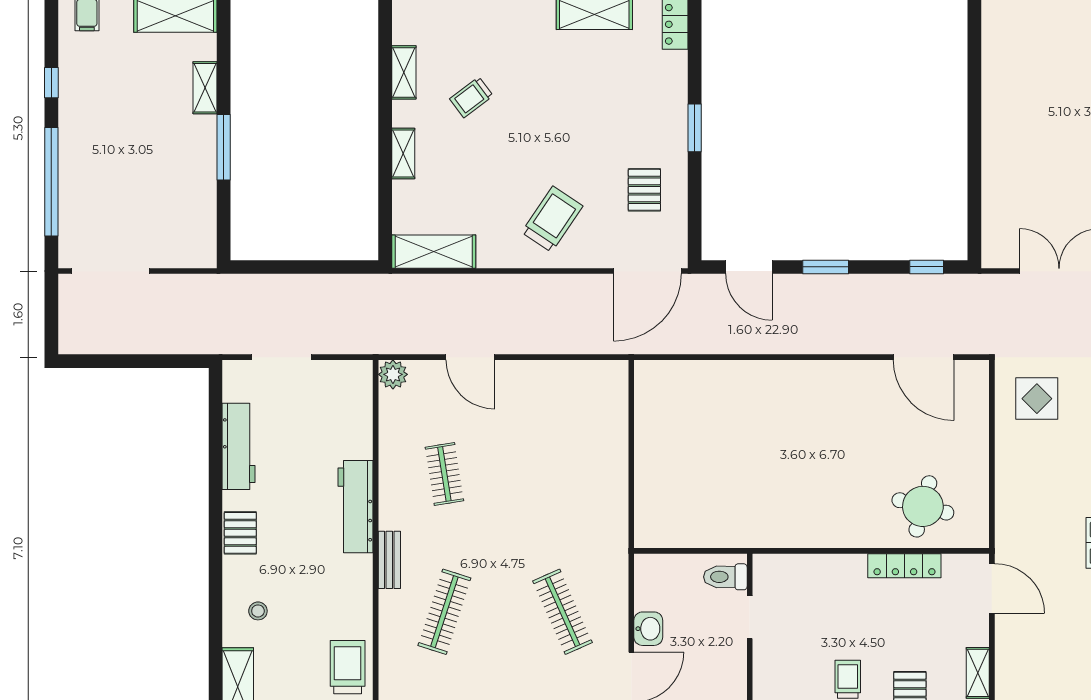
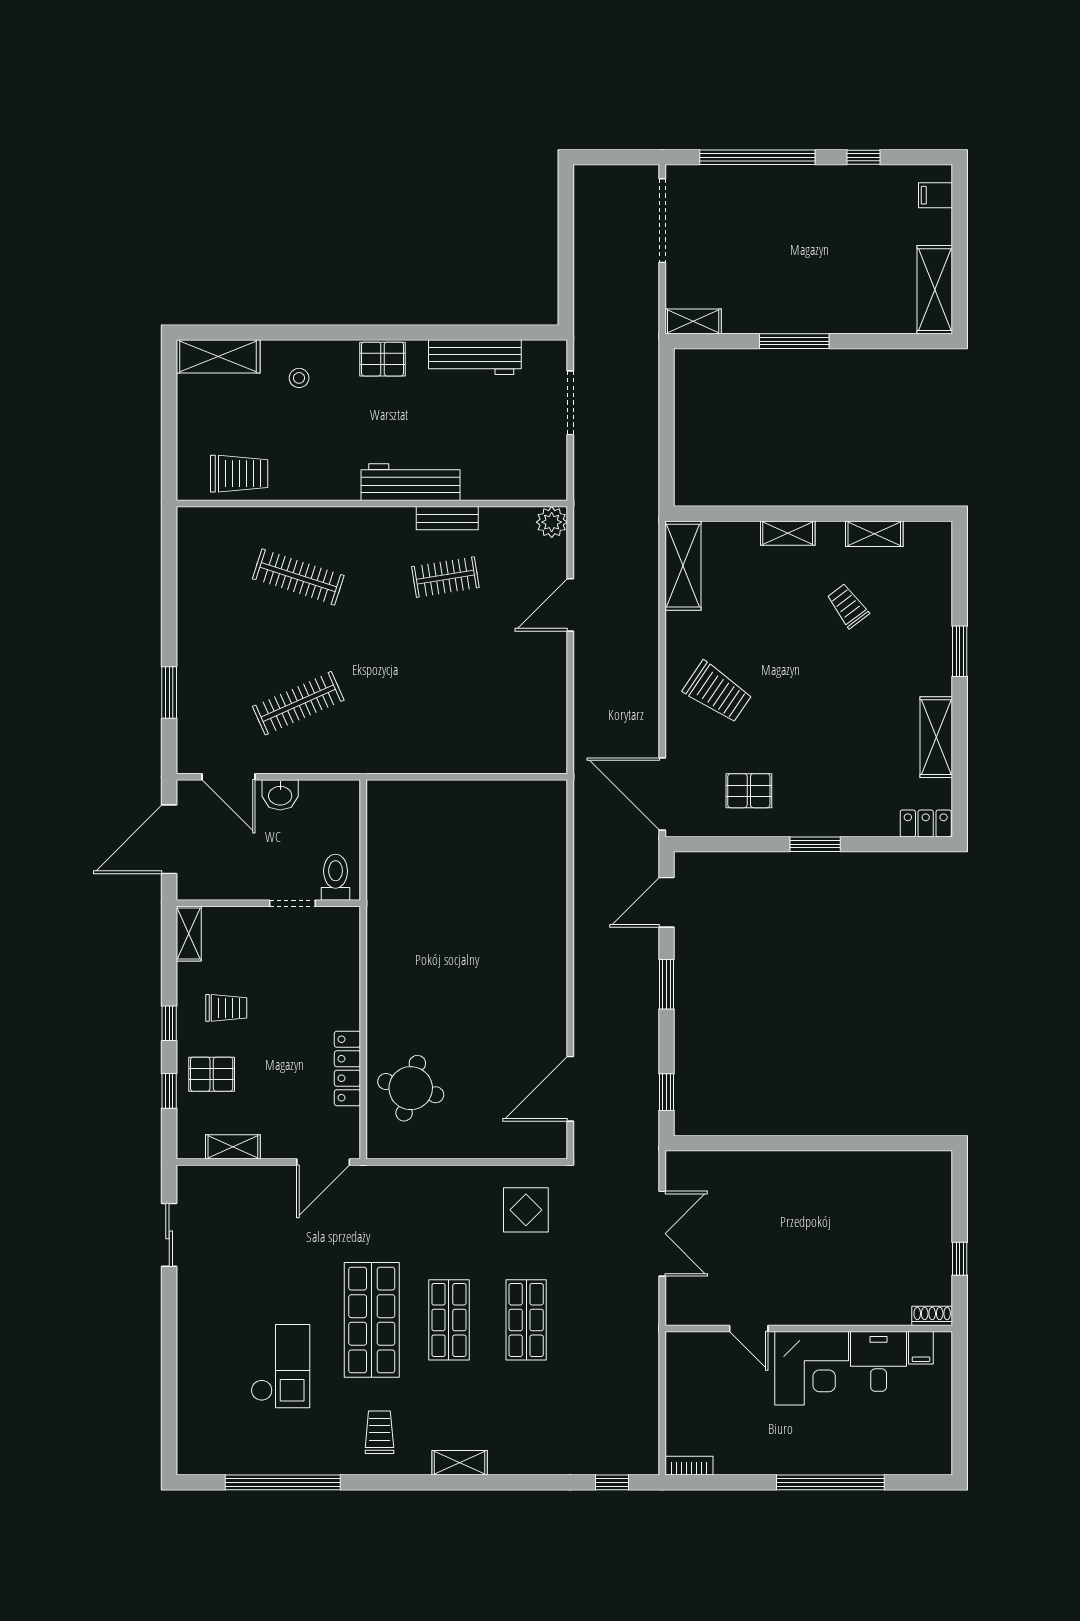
shelving: (205, 88) -> (693, 321), moved
bench: (389, 560) -> (447, 518), moved

